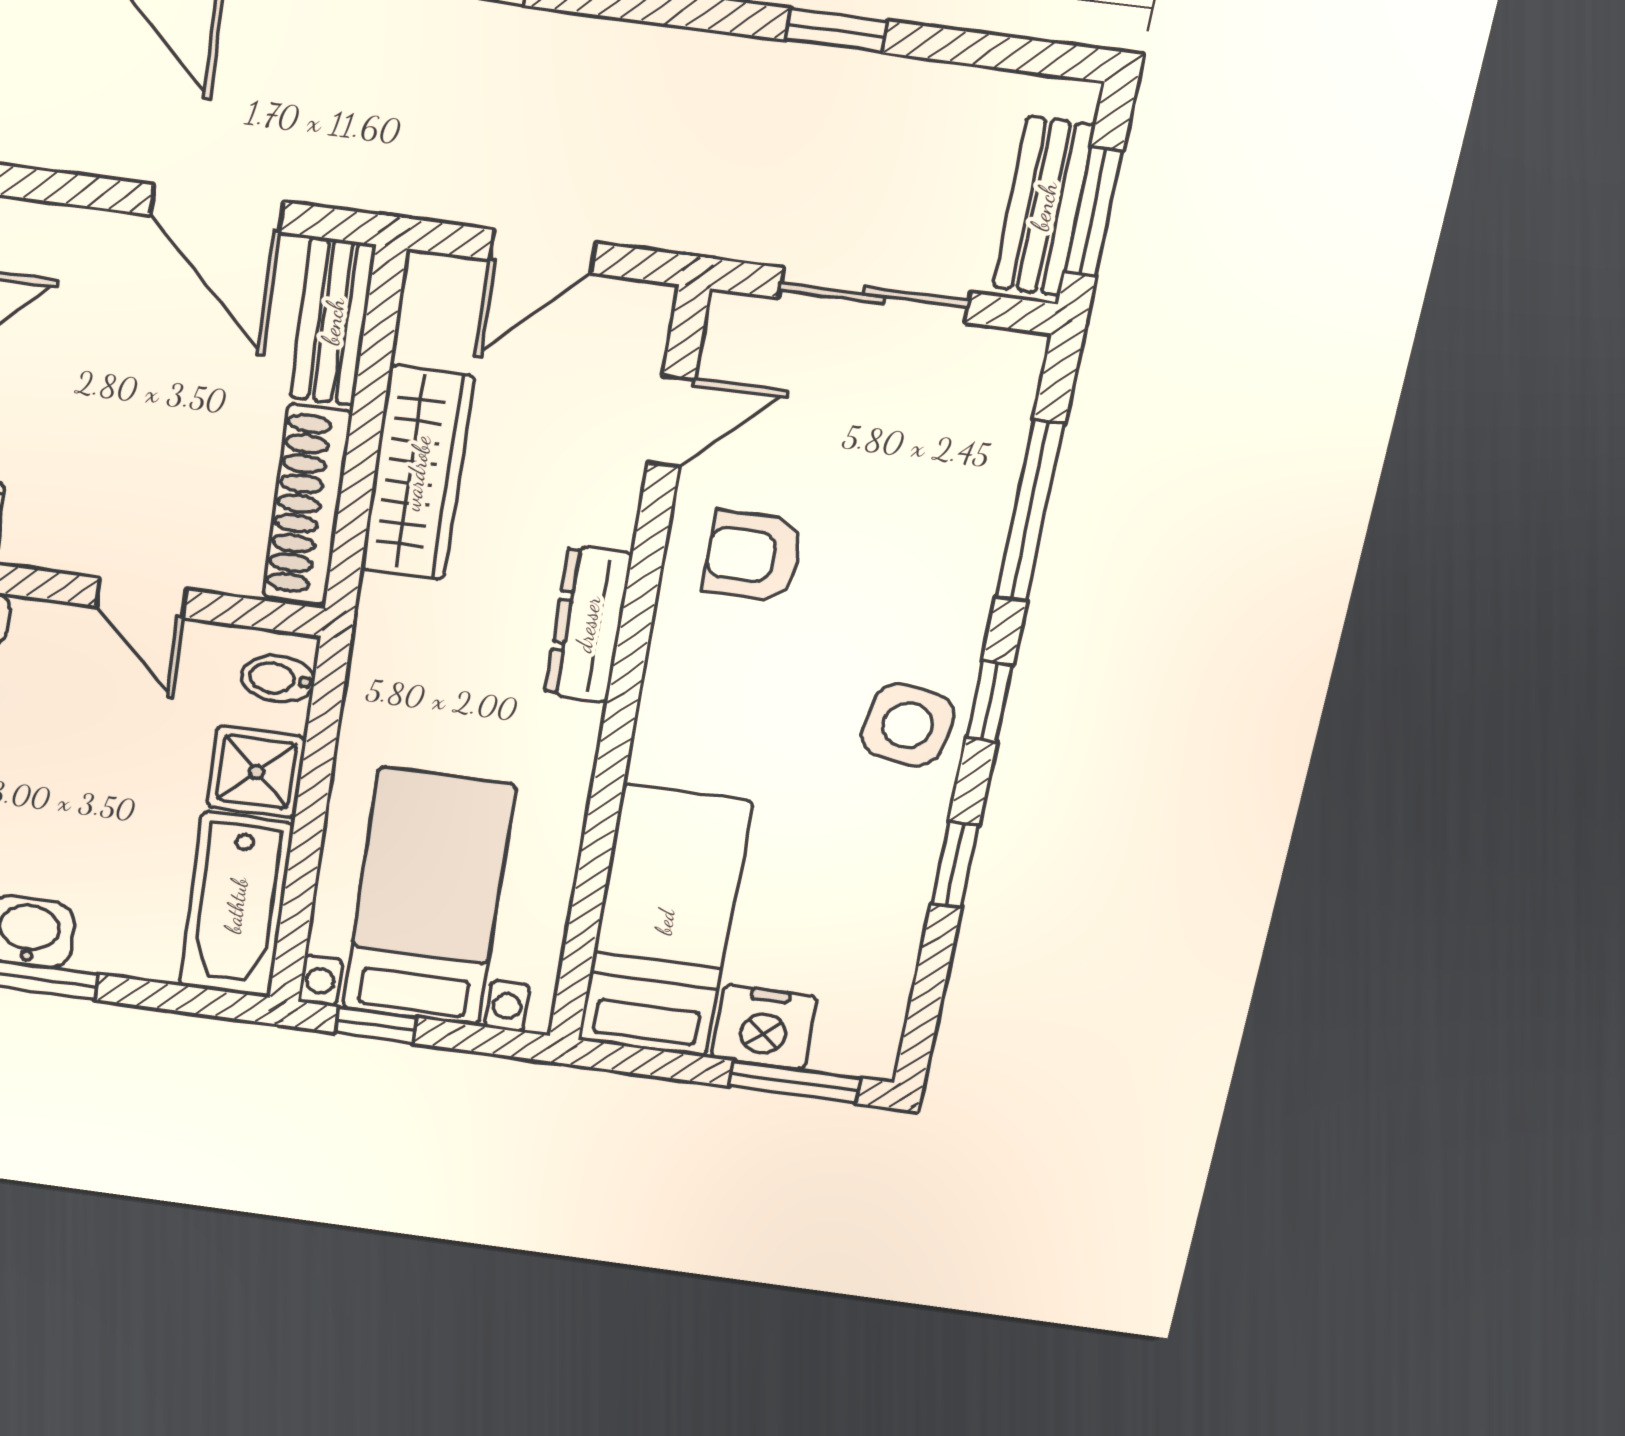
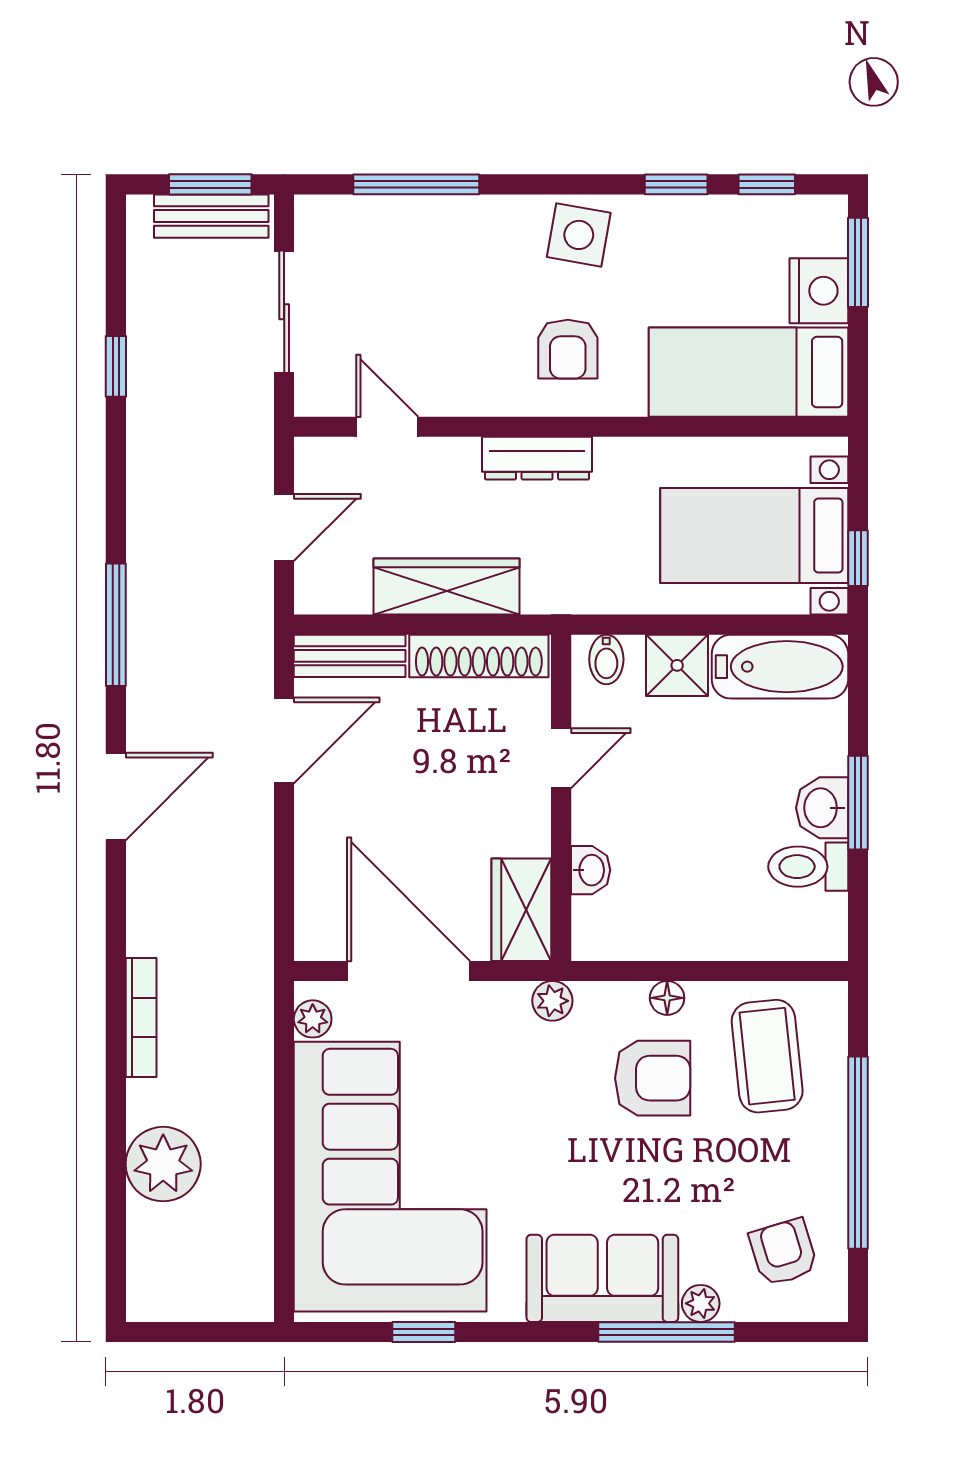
door: (543, 251) -> (284, 527), hinge flipped
armchair: (753, 556) -> (568, 349), moved
window: (990, 701) -> (767, 184), moved

